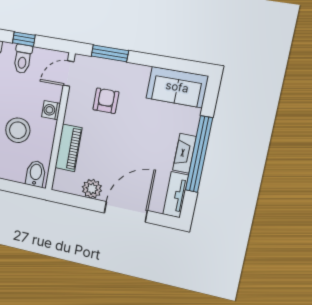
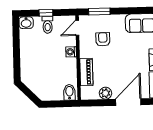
stool: (18, 130) -> (53, 68), removed

